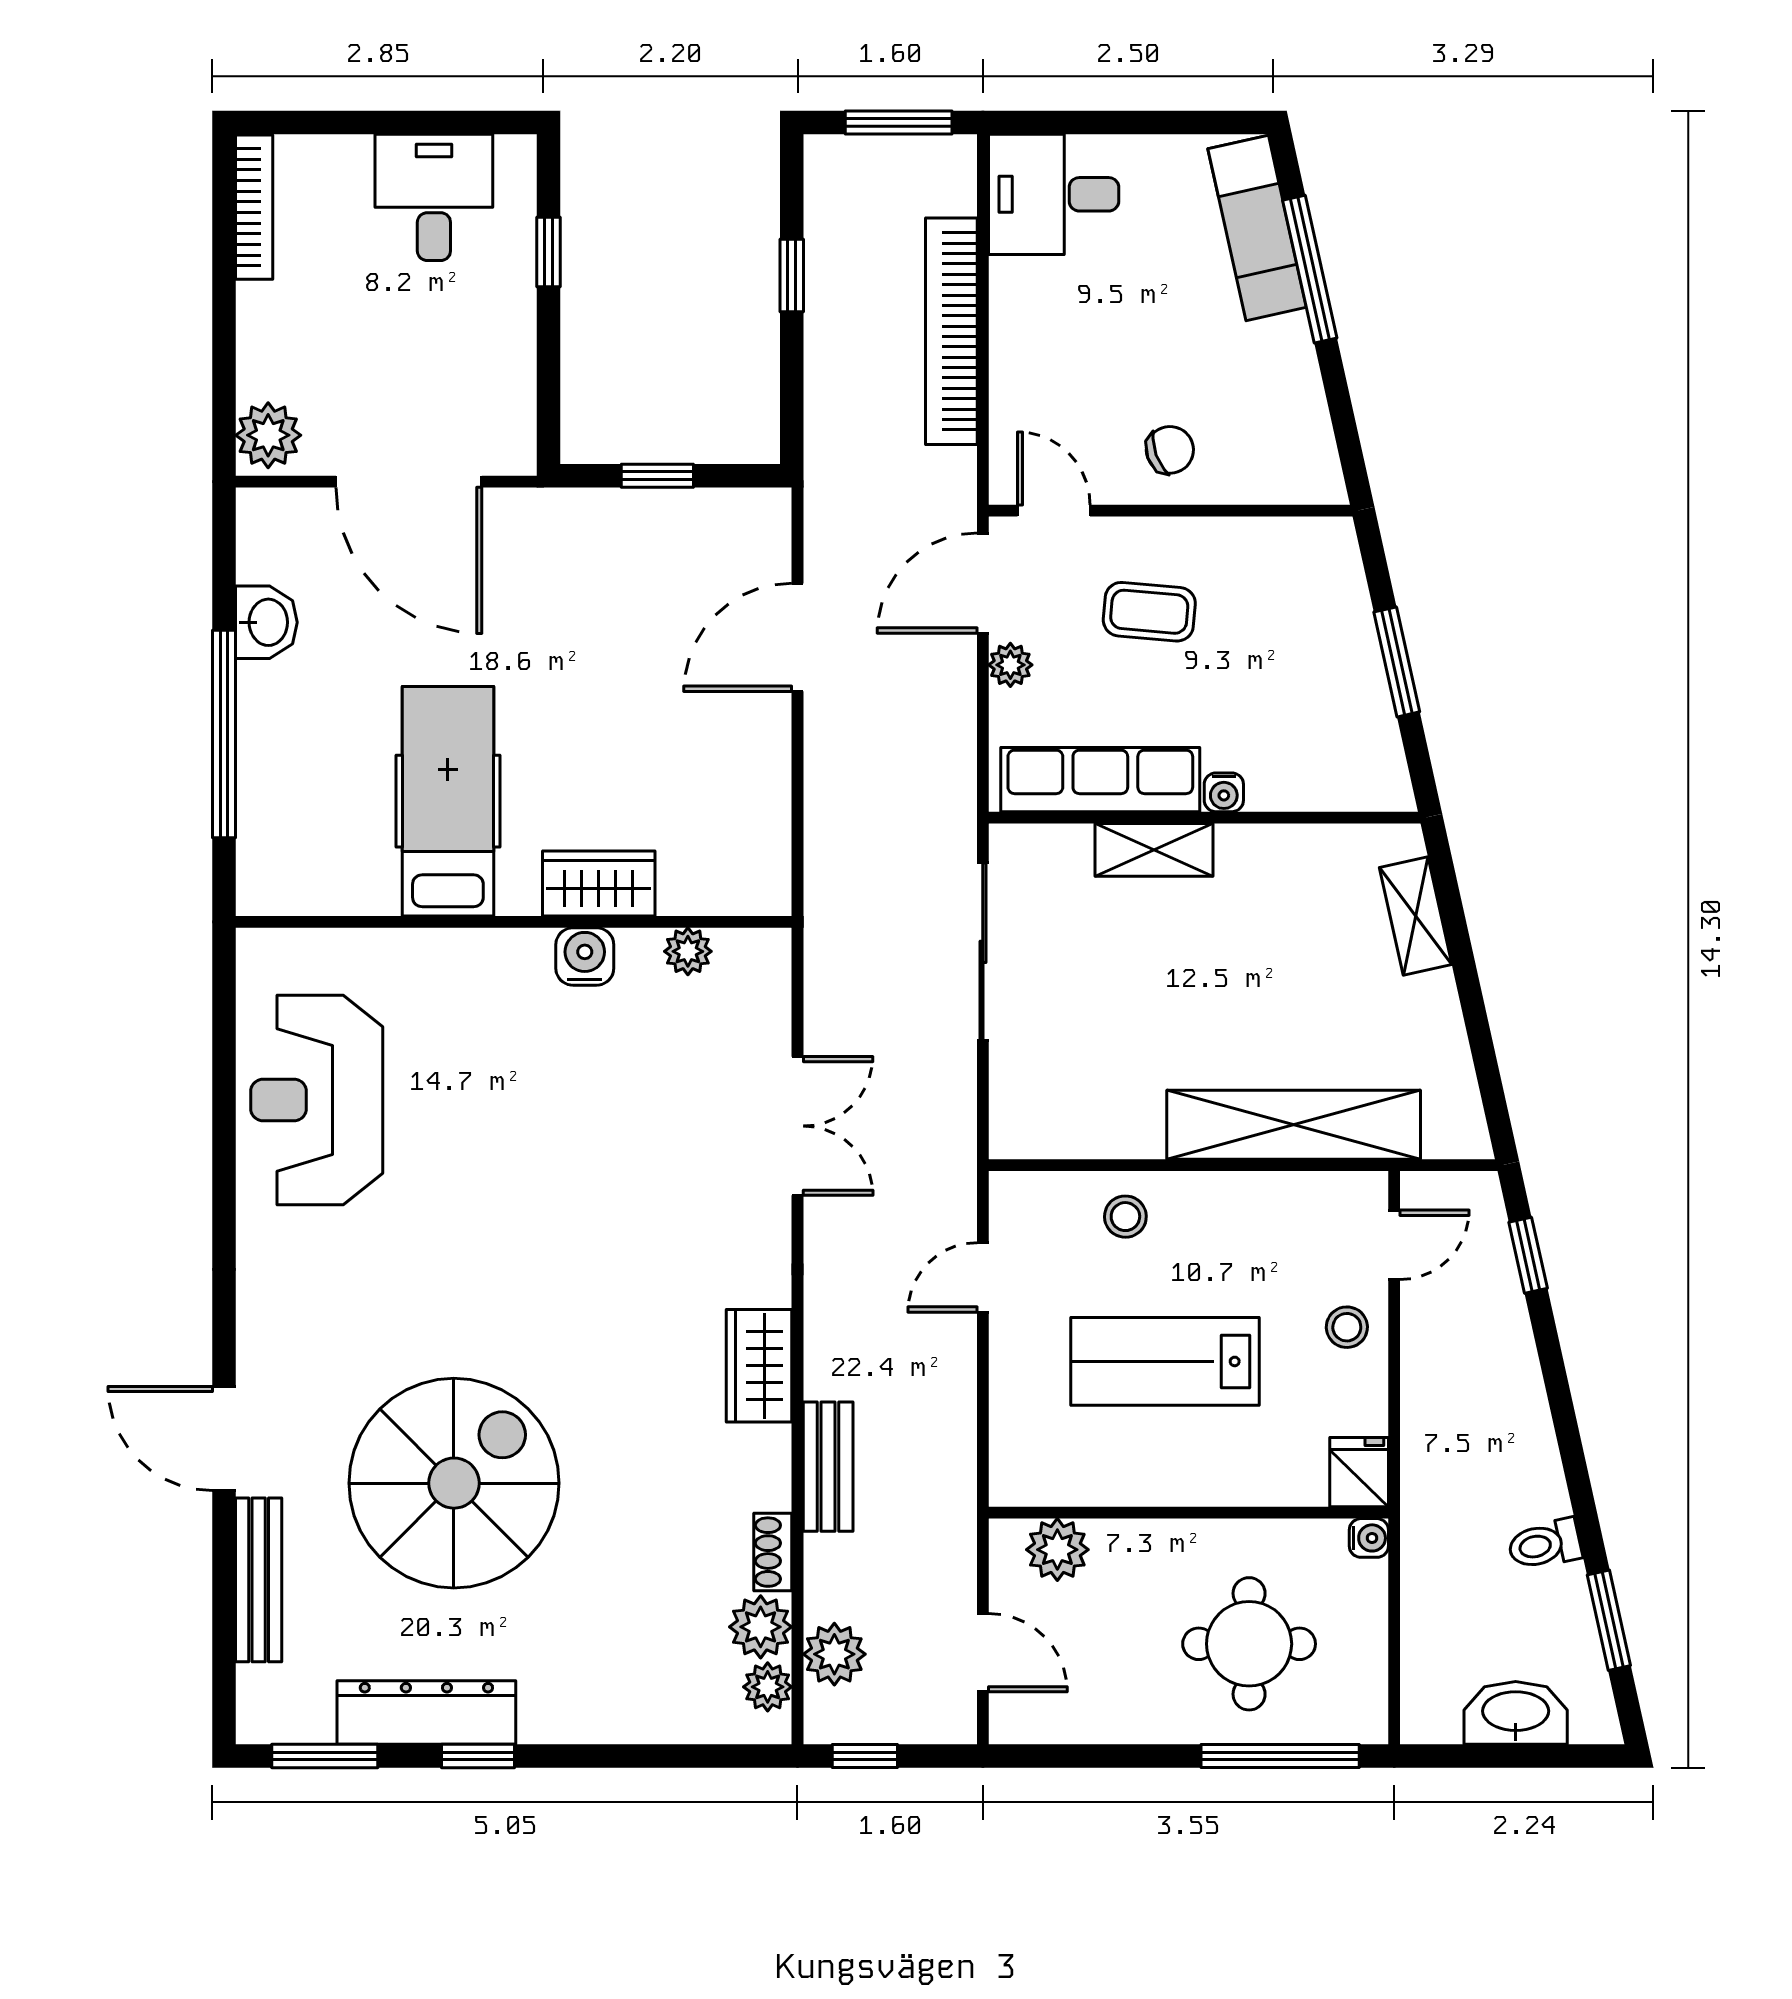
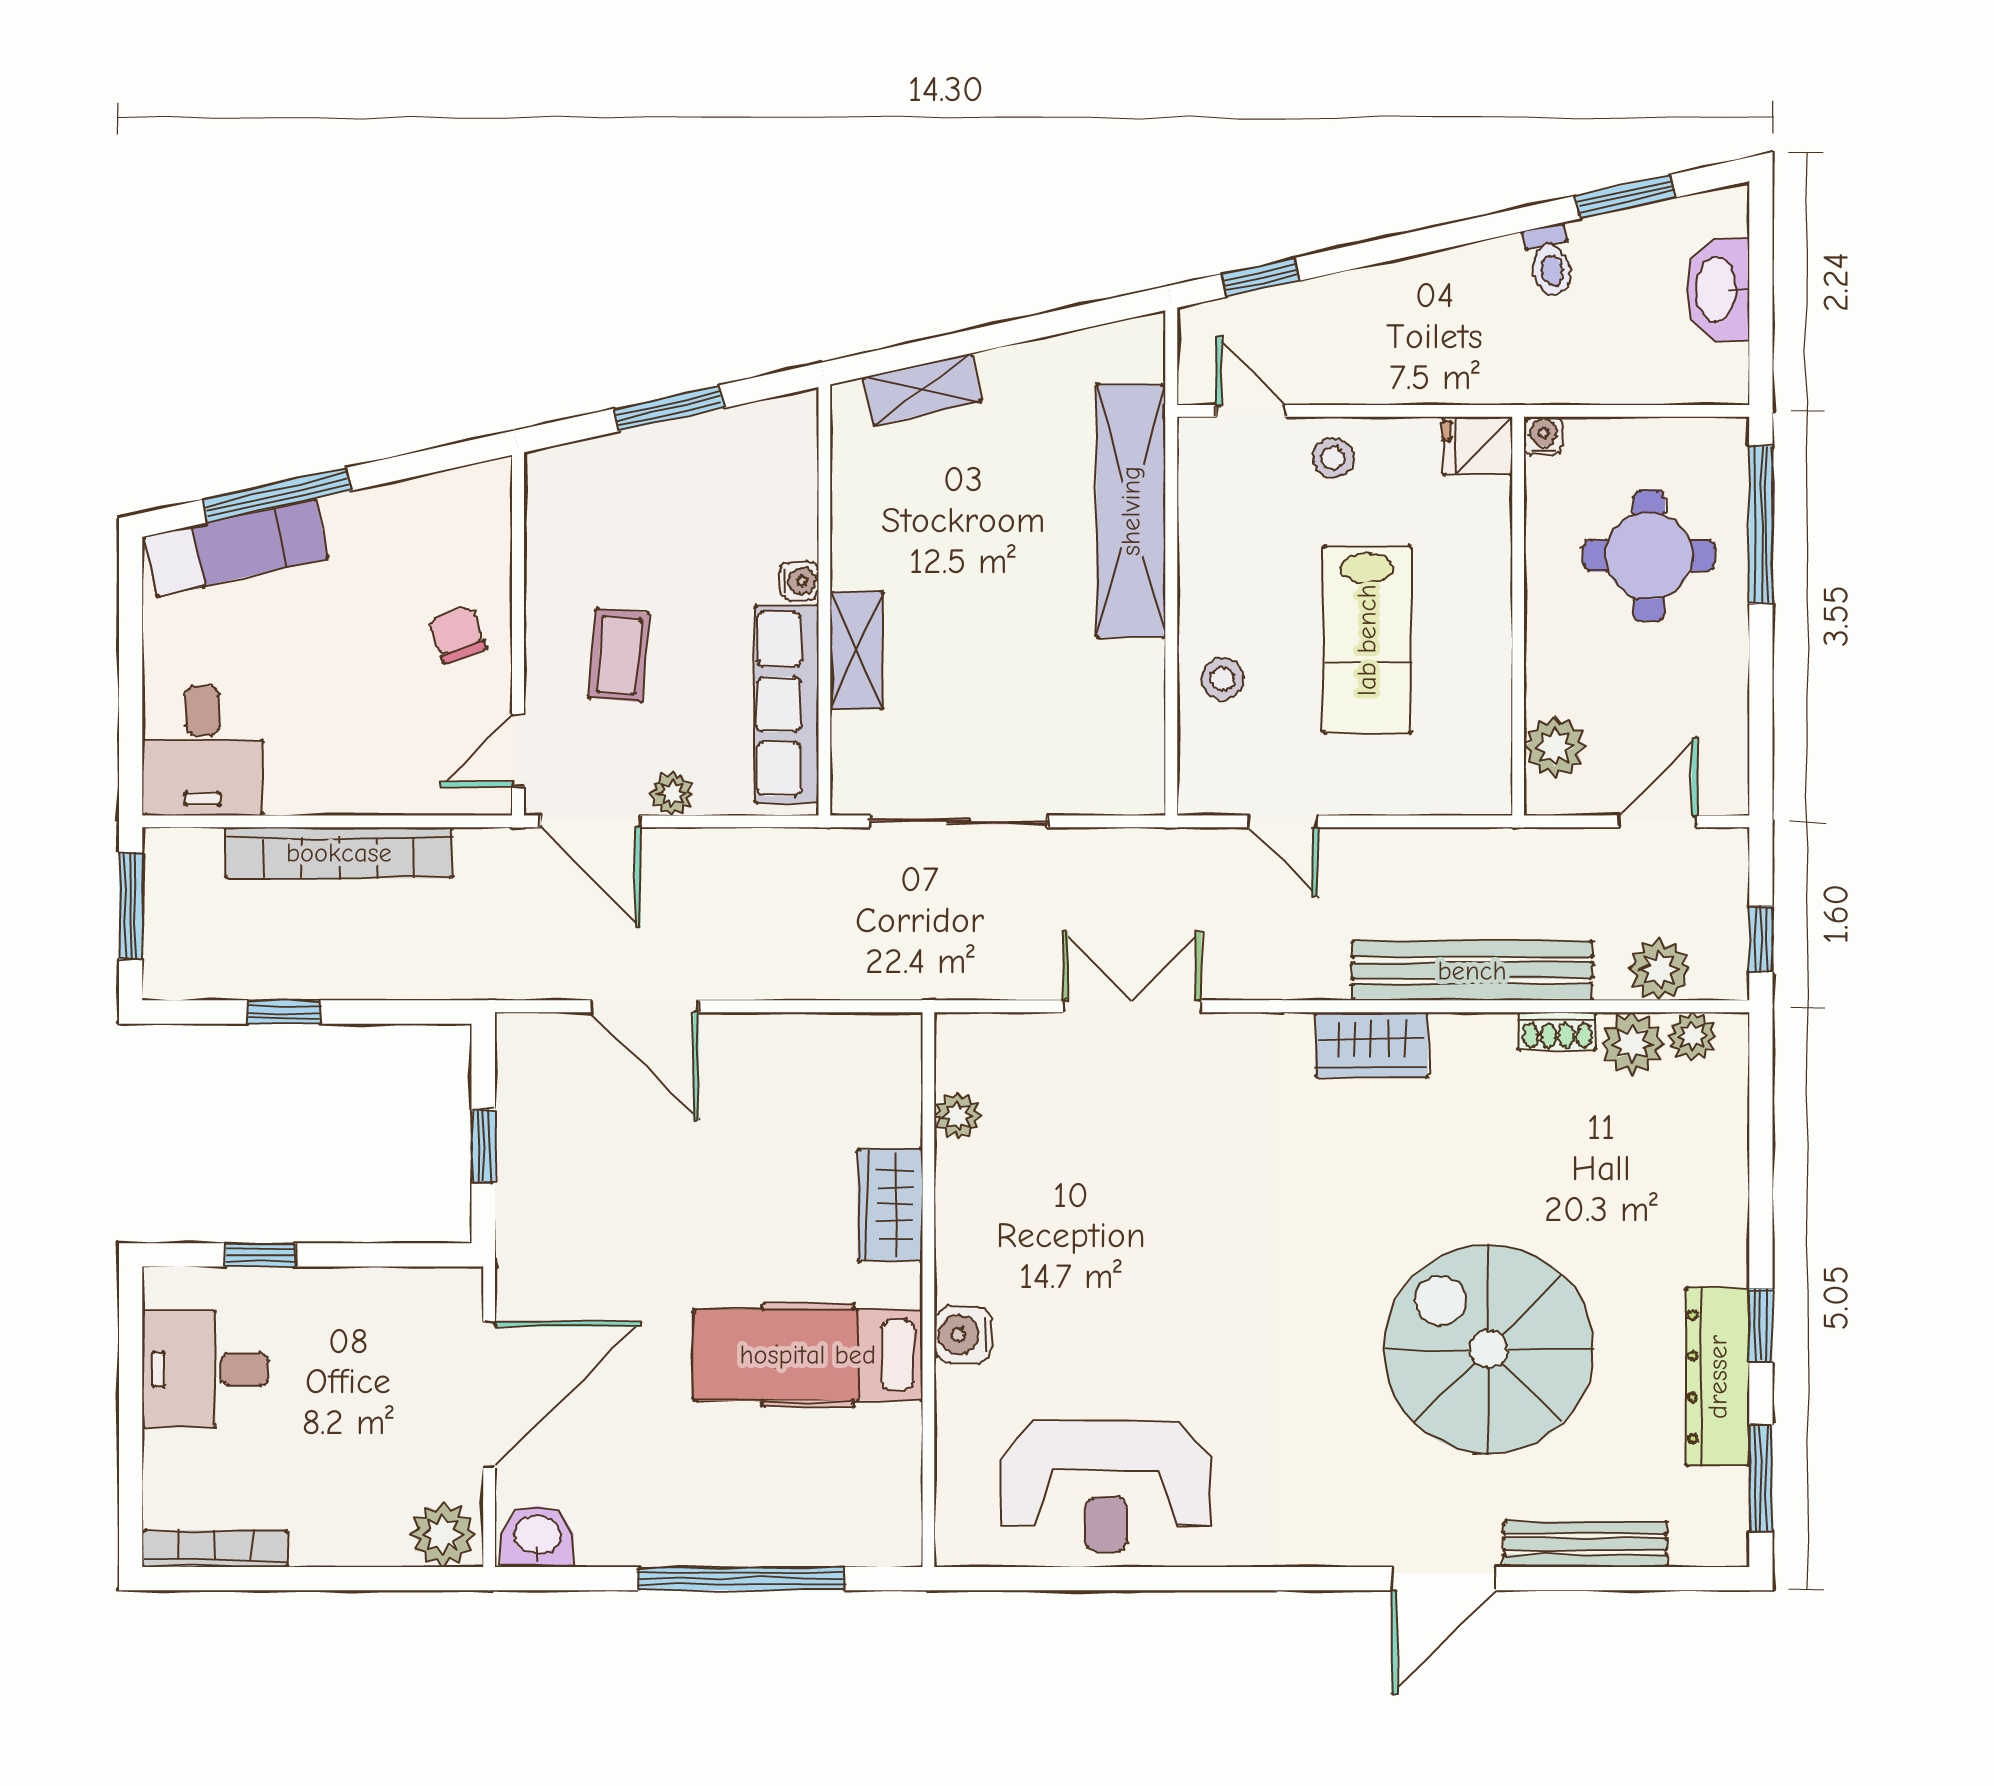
washbasin: (266, 622) -> (537, 1536), moved
water cooler: (585, 957) -> (963, 1335), moved
bench: (828, 1467) -> (1472, 971), width x1.86, depth x1.21

